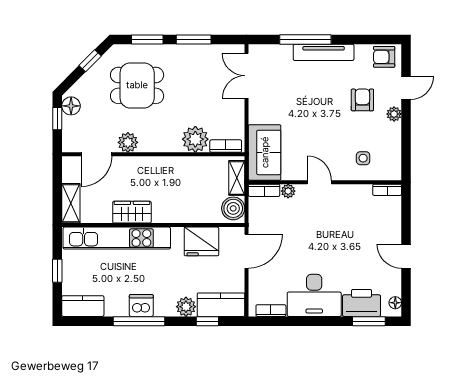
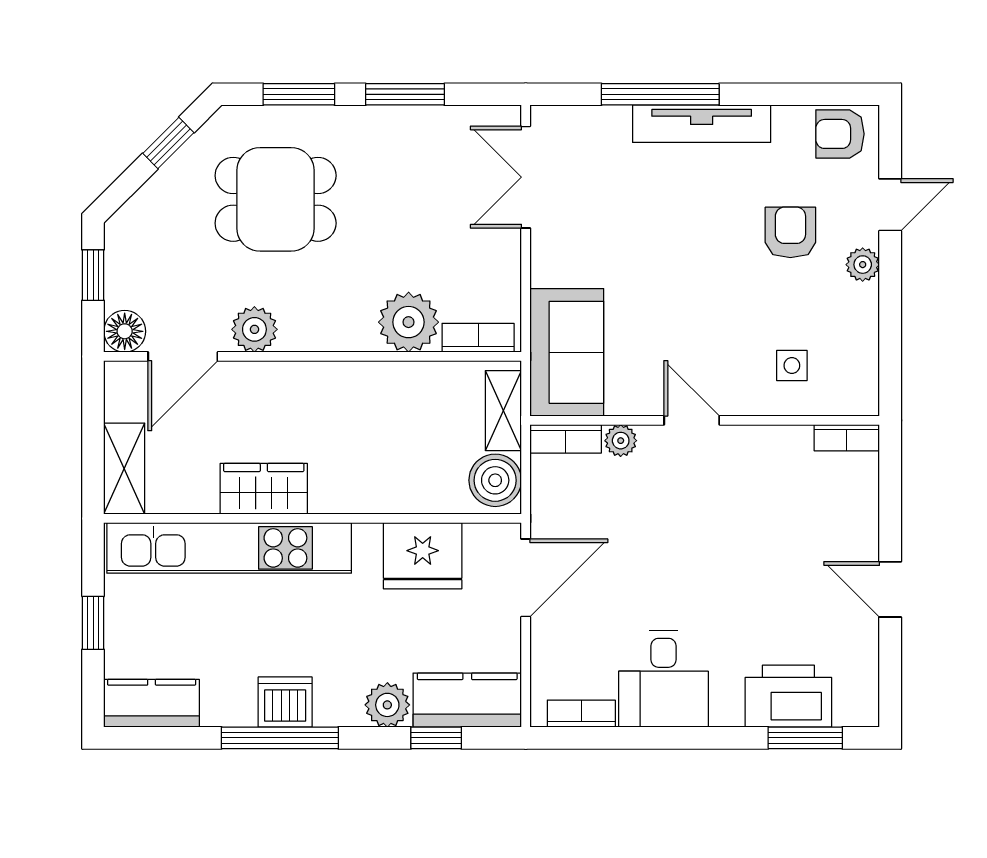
floor lamp: (71, 106) -> (125, 331), moved
desk: (314, 295) -> (663, 679), width x0.73
floor lamp: (395, 303) -> (865, 696), removed

